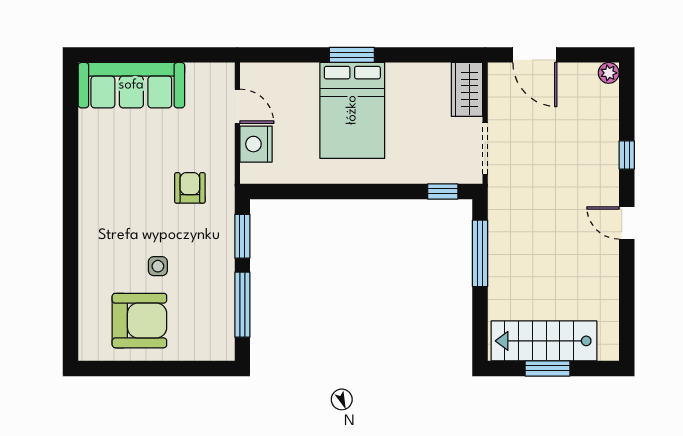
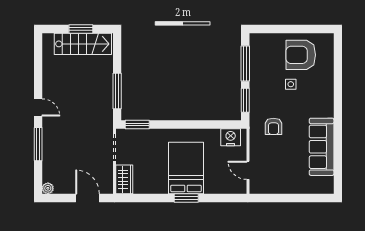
sofa: (131, 85) -> (322, 147), moved, turned -90
nightstand: (256, 144) -> (231, 137), moved, turned -90
window: (627, 155) -> (38, 144), width x2.17
window: (443, 191) -> (137, 124), width x1.50

